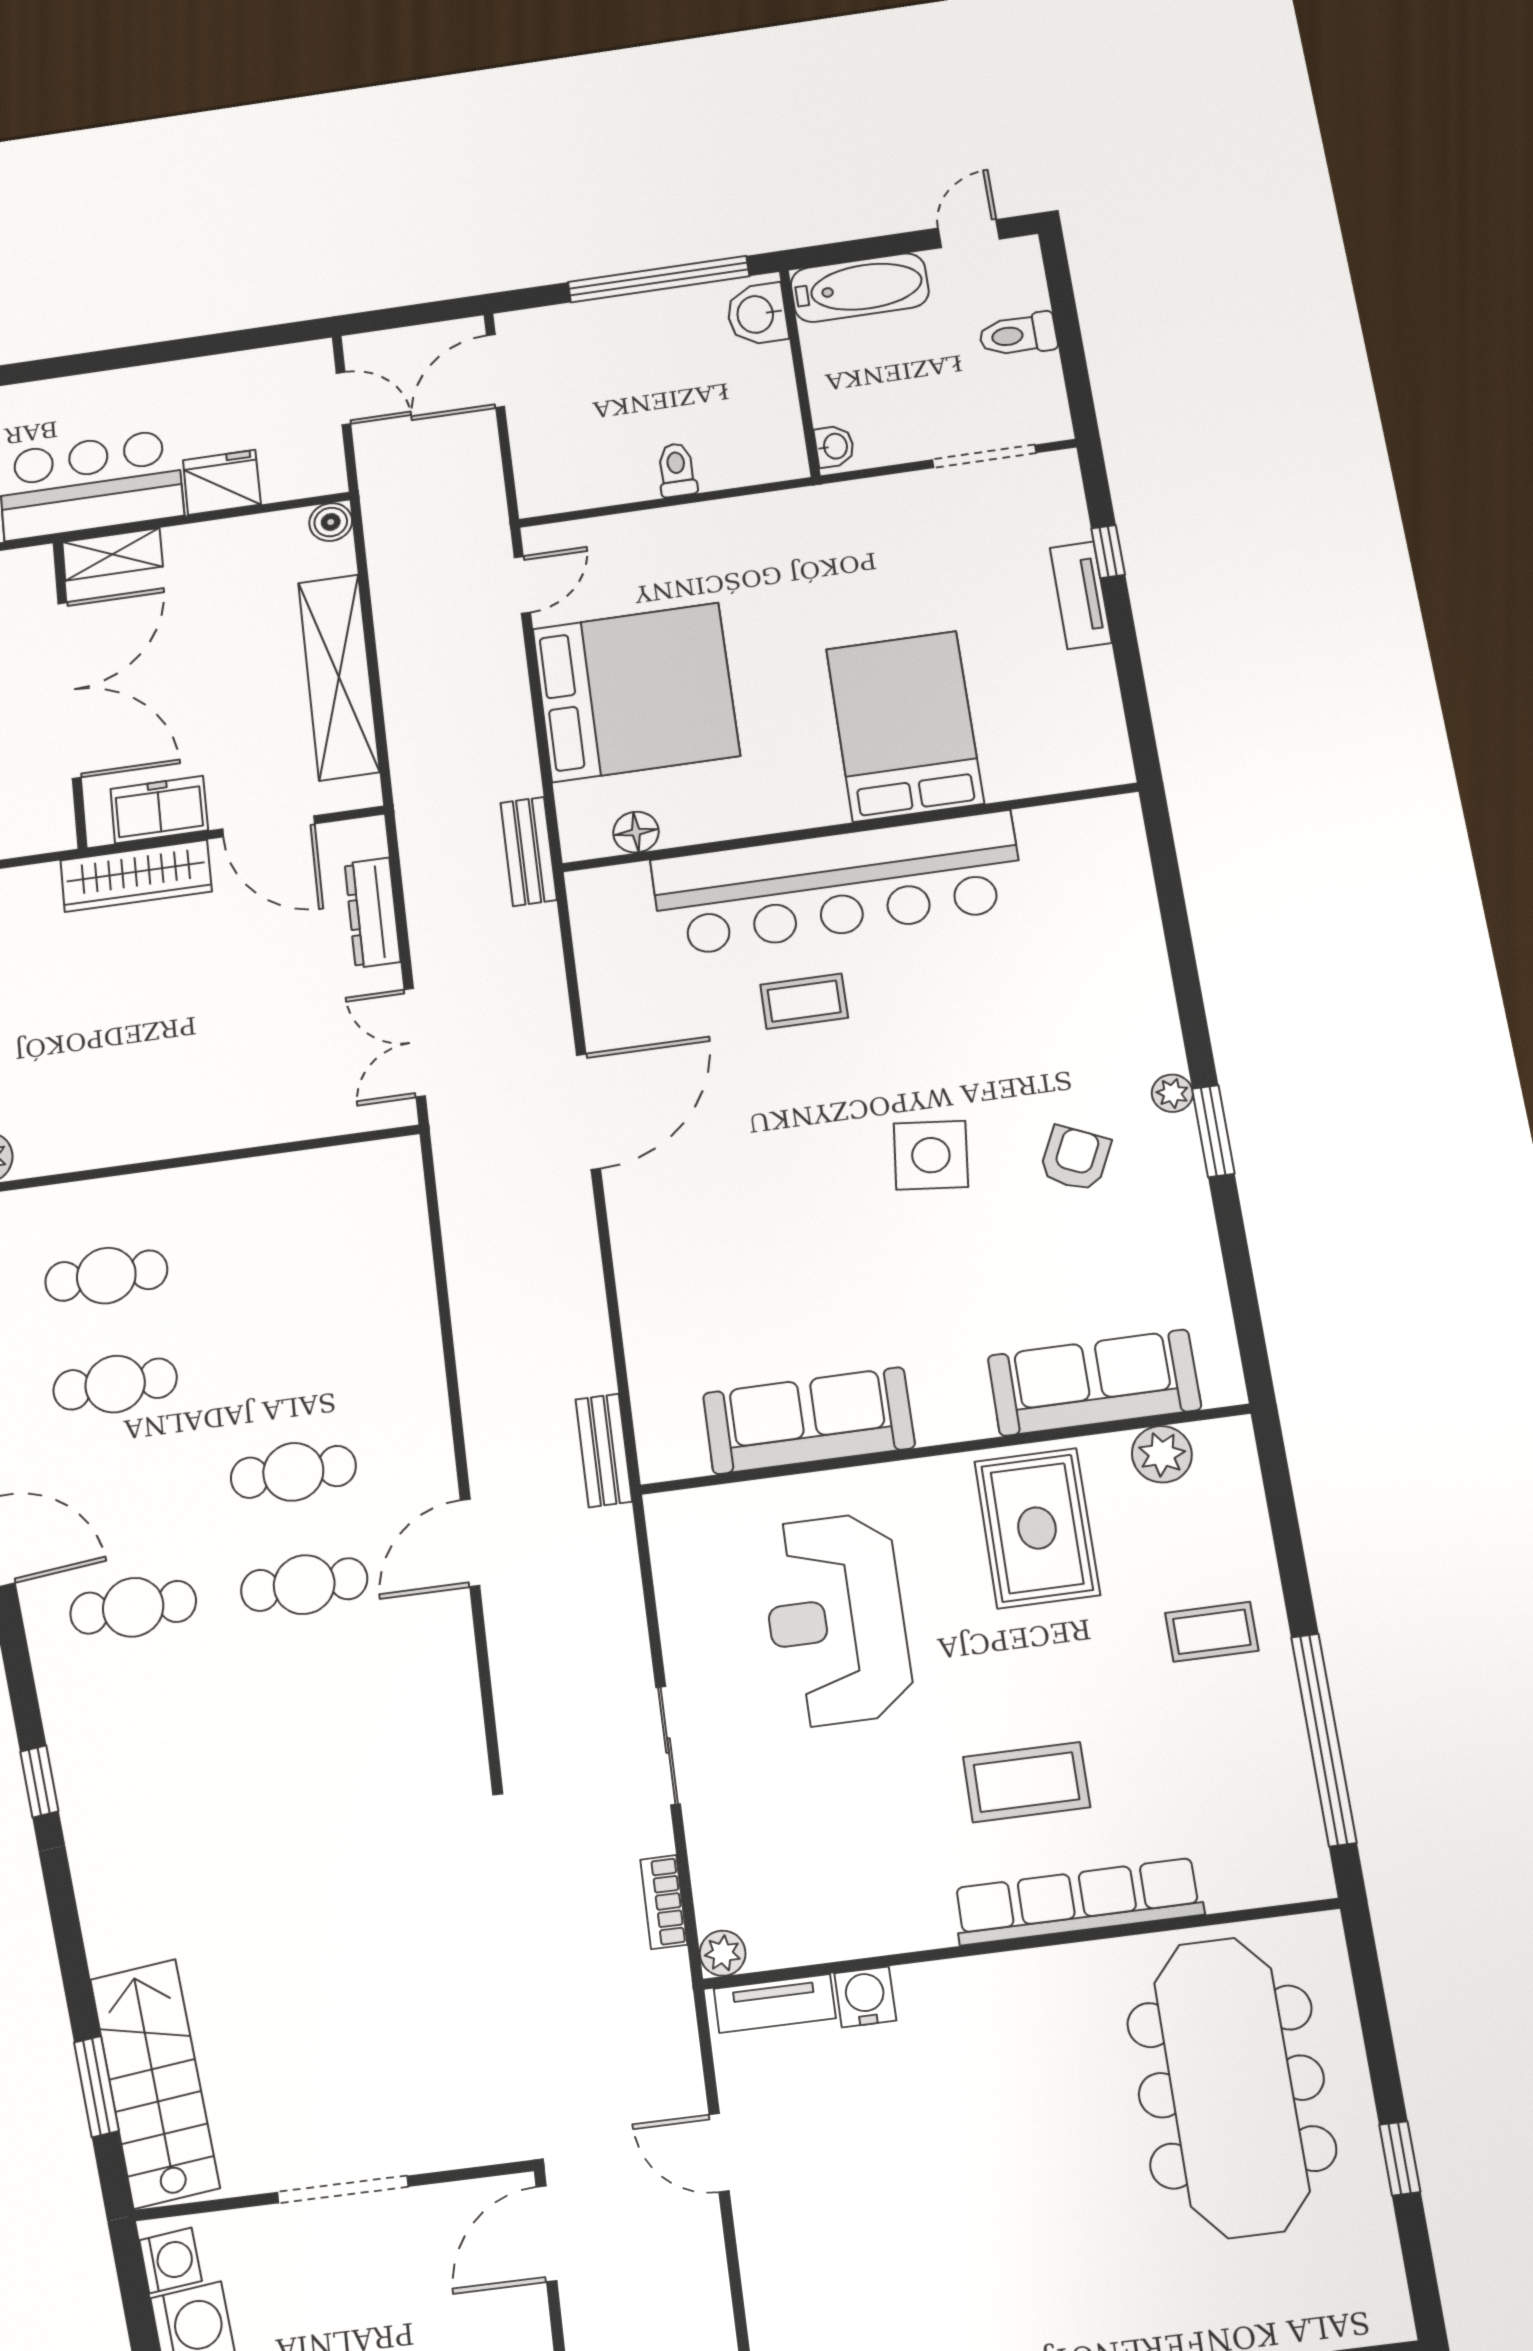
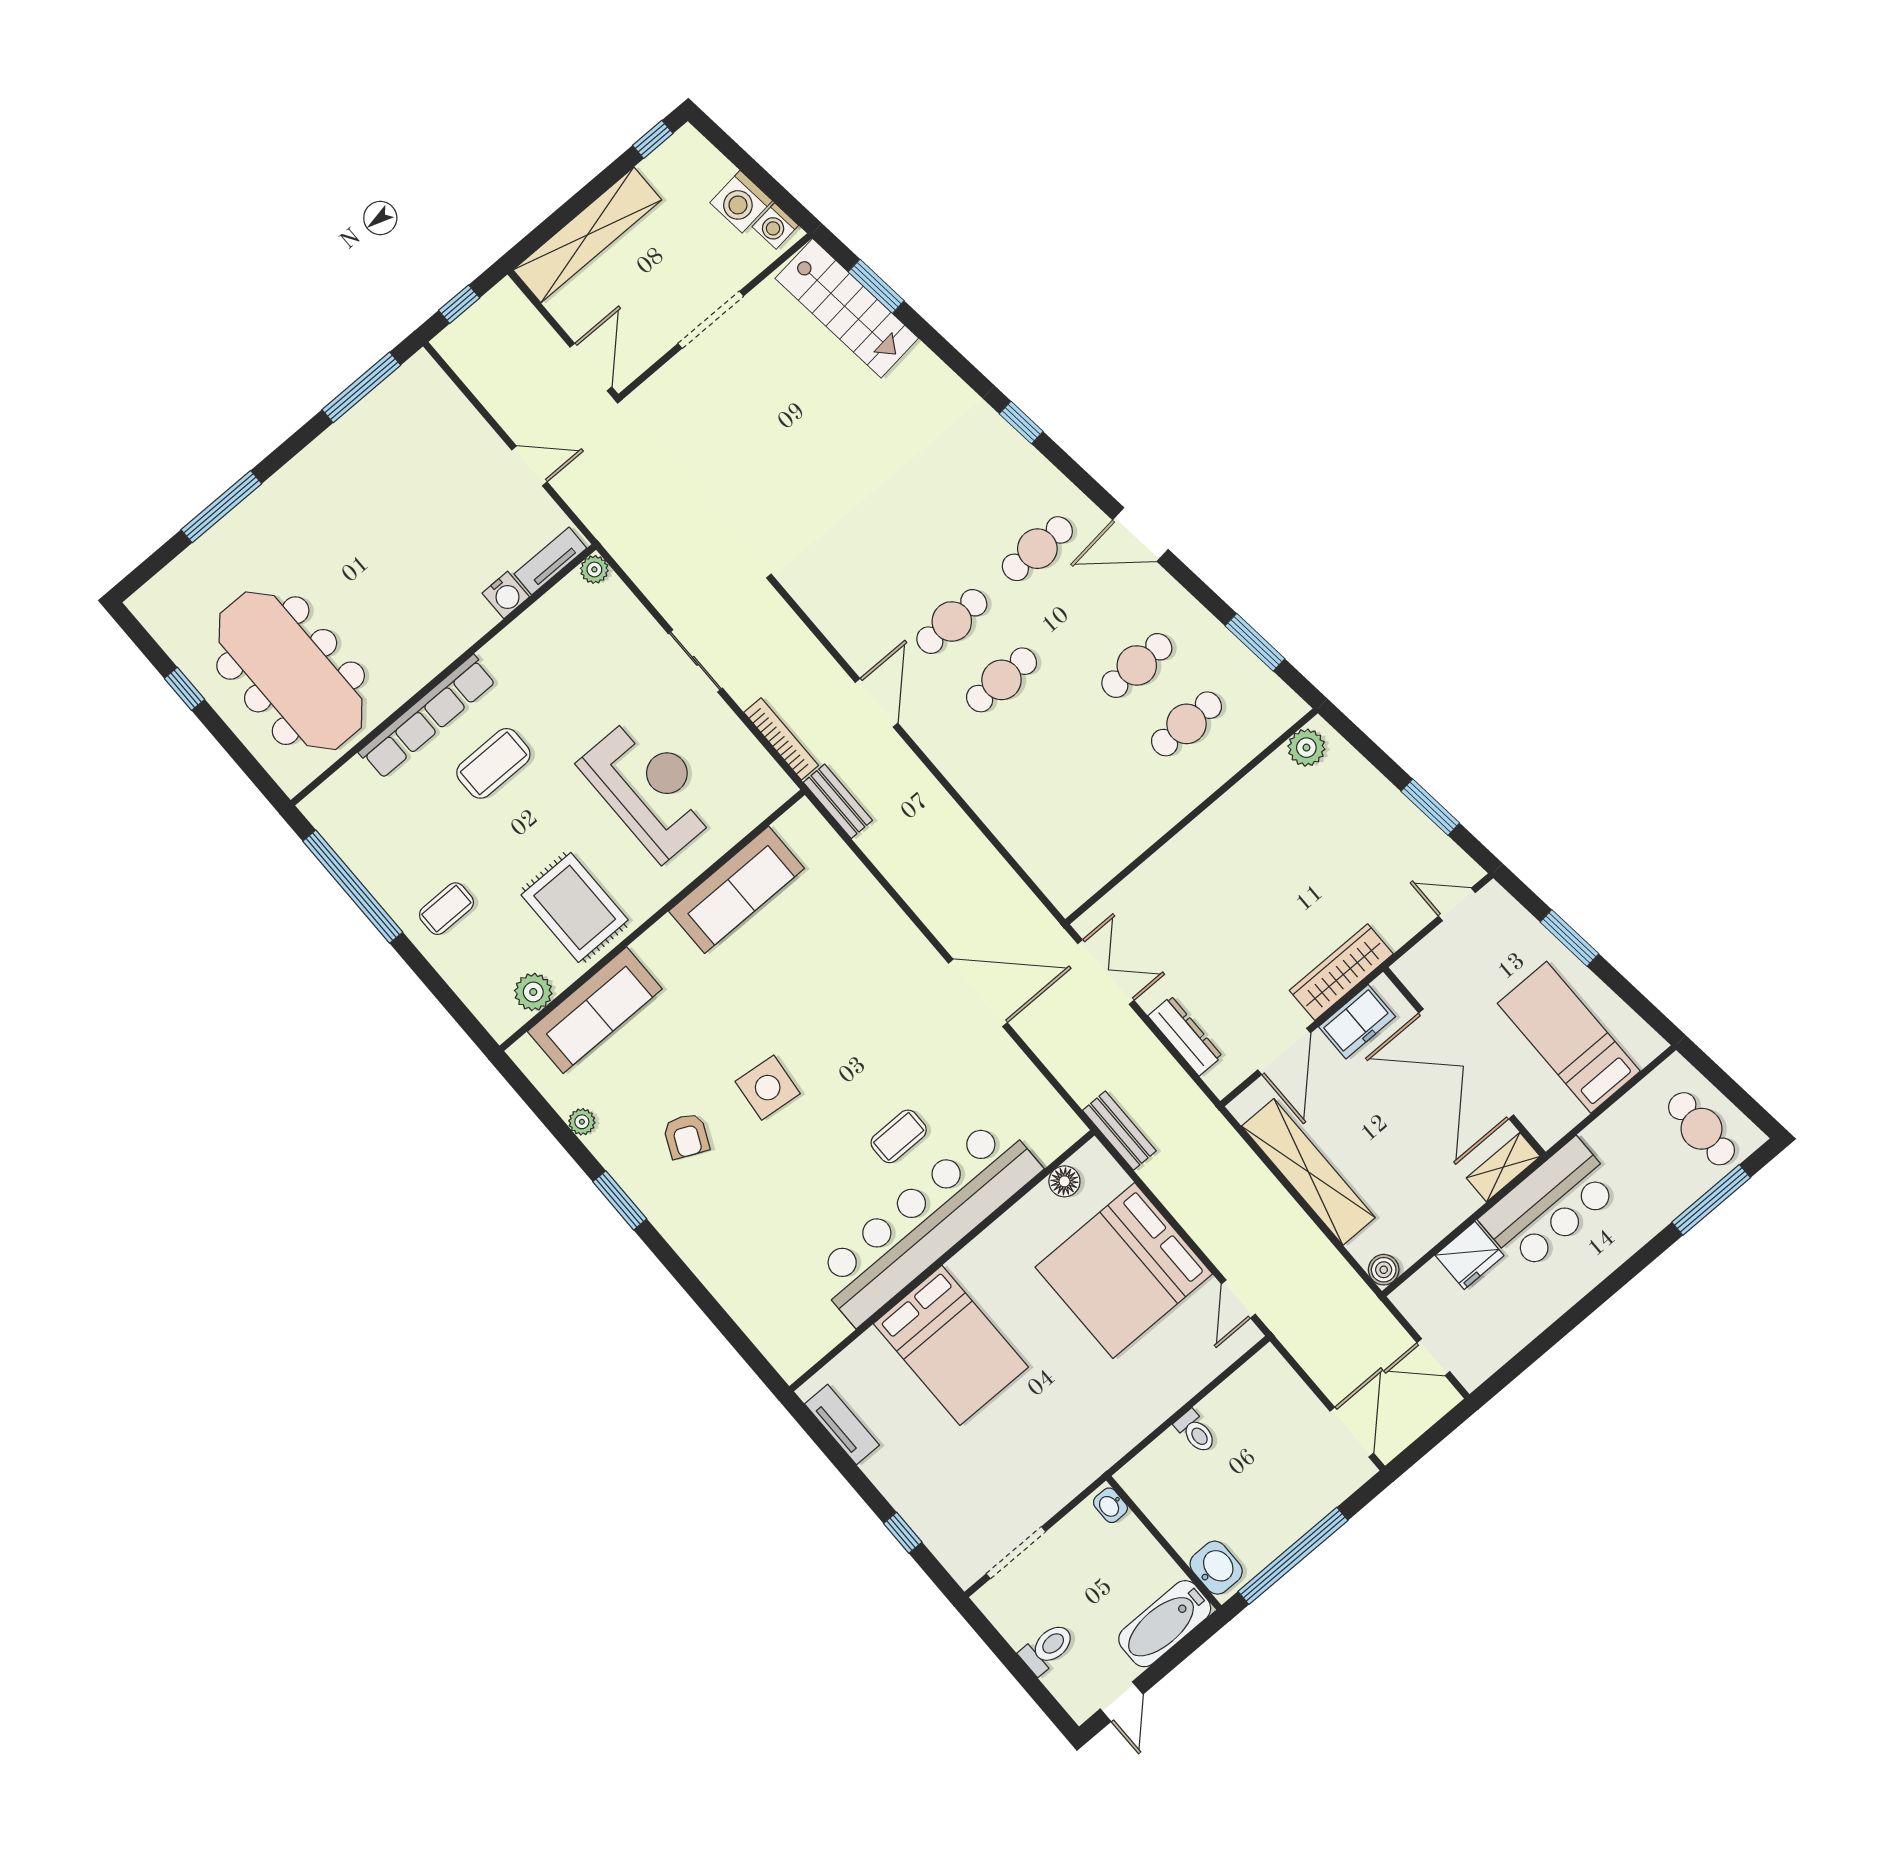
tv unit: (1081, 595) -> (842, 1425), moved
door: (269, 826) -> (1284, 1051), swing flipped
plant: (1172, 1093) -> (582, 1122), moved
door: (588, 1111) -> (978, 993), swing flipped
bookcase: (664, 1902) -> (781, 739), moved, width x1.56

